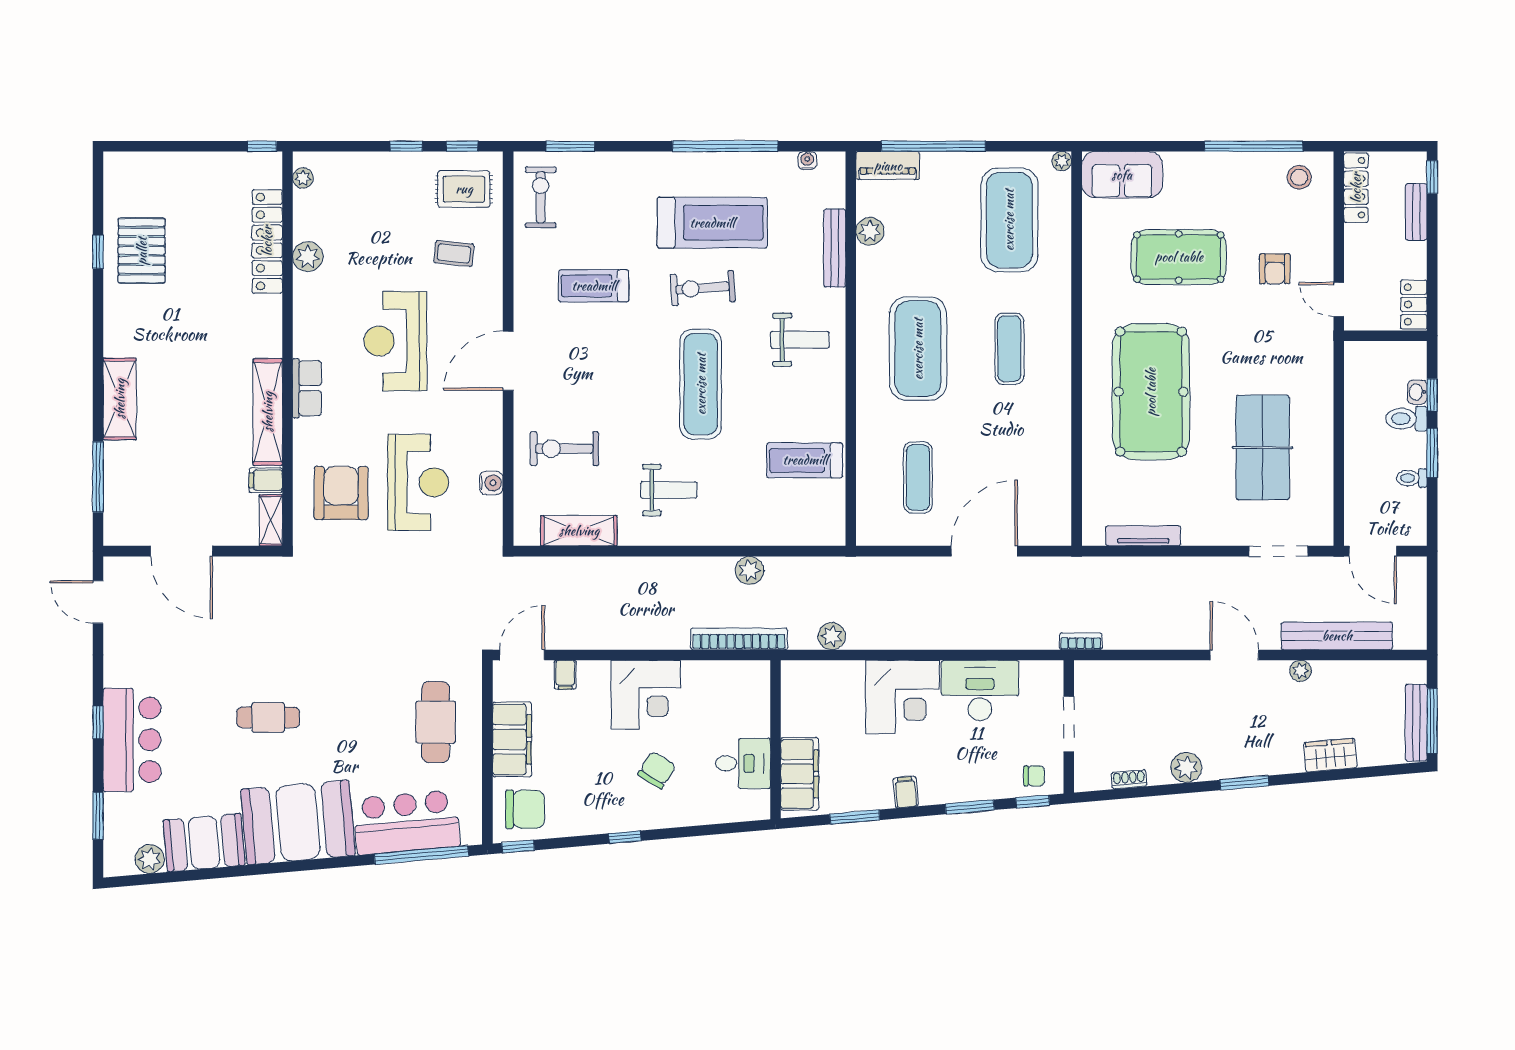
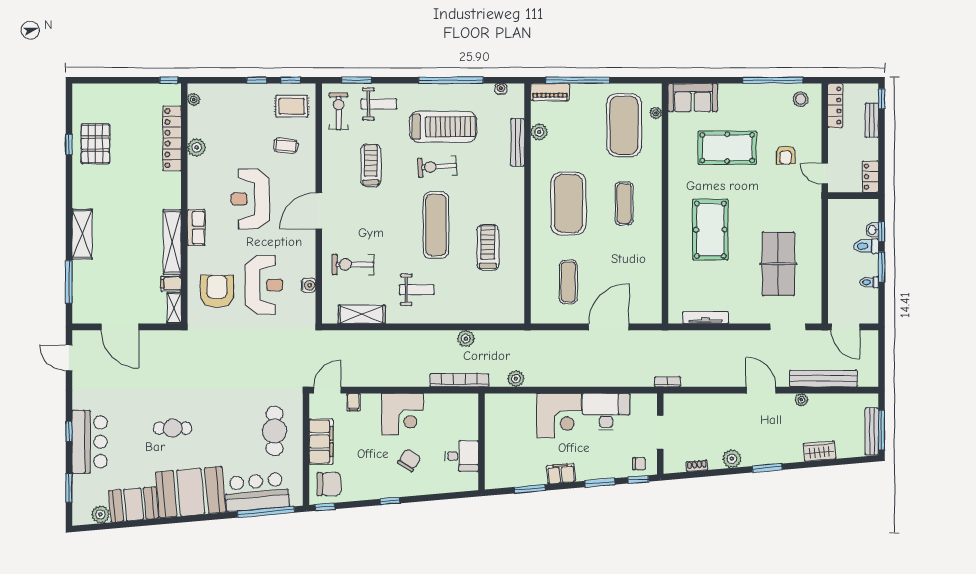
plant: (1062, 161) -> (656, 113), moved
treadmill: (594, 286) -> (371, 165), turned 90
weight bench: (800, 340) -> (379, 104), moved
pool table: (1151, 392) -> (710, 230), width x0.73, depth x0.76
treadmill: (805, 460) -> (488, 247), moved, turned 90
filing cabinet: (800, 774) -> (496, 463), removed
filing cabinet: (906, 792) -> (561, 474), width x2.00

